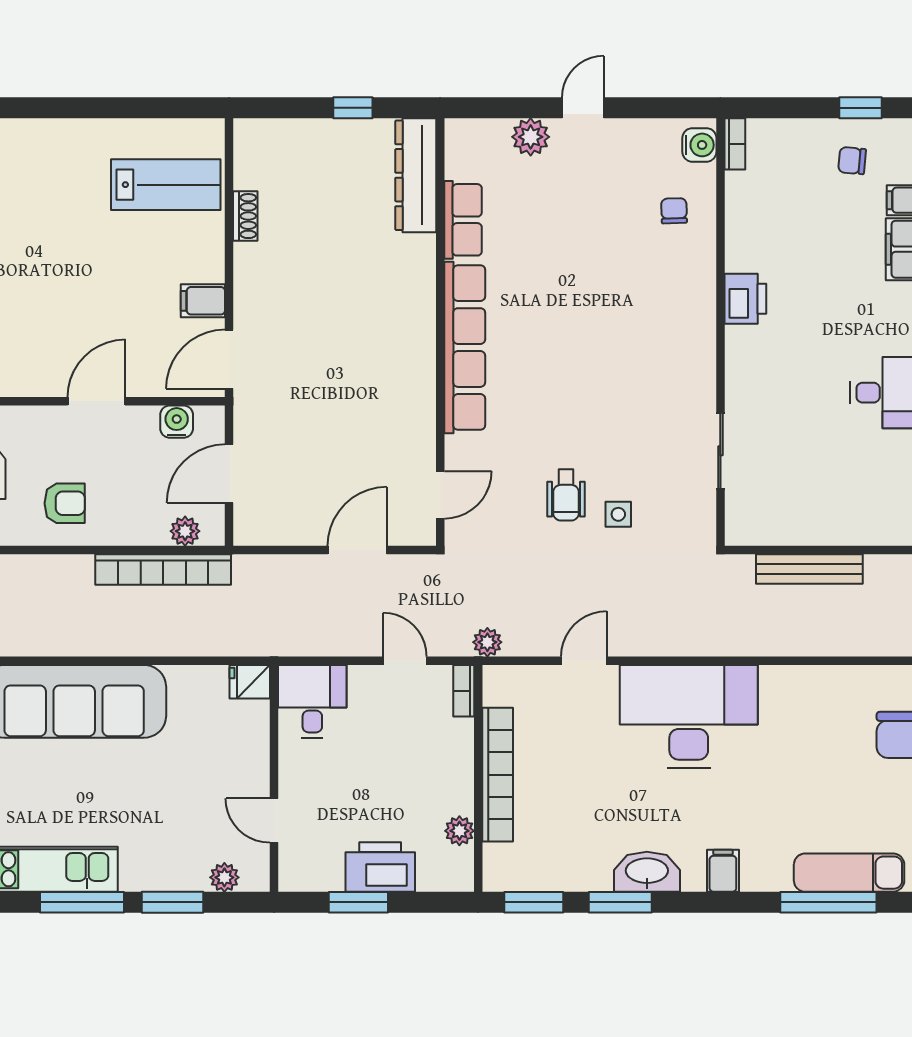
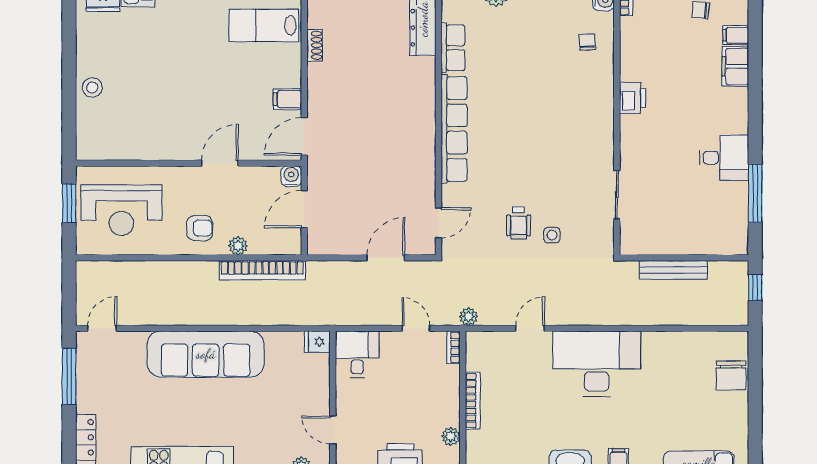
lab bench: (166, 185) -> (264, 25), turned 180
water cooler: (177, 422) -> (291, 176), moved
plant: (185, 531) -> (238, 246), moved
bookcase: (498, 775) -> (473, 401), width x0.68, depth x0.76

